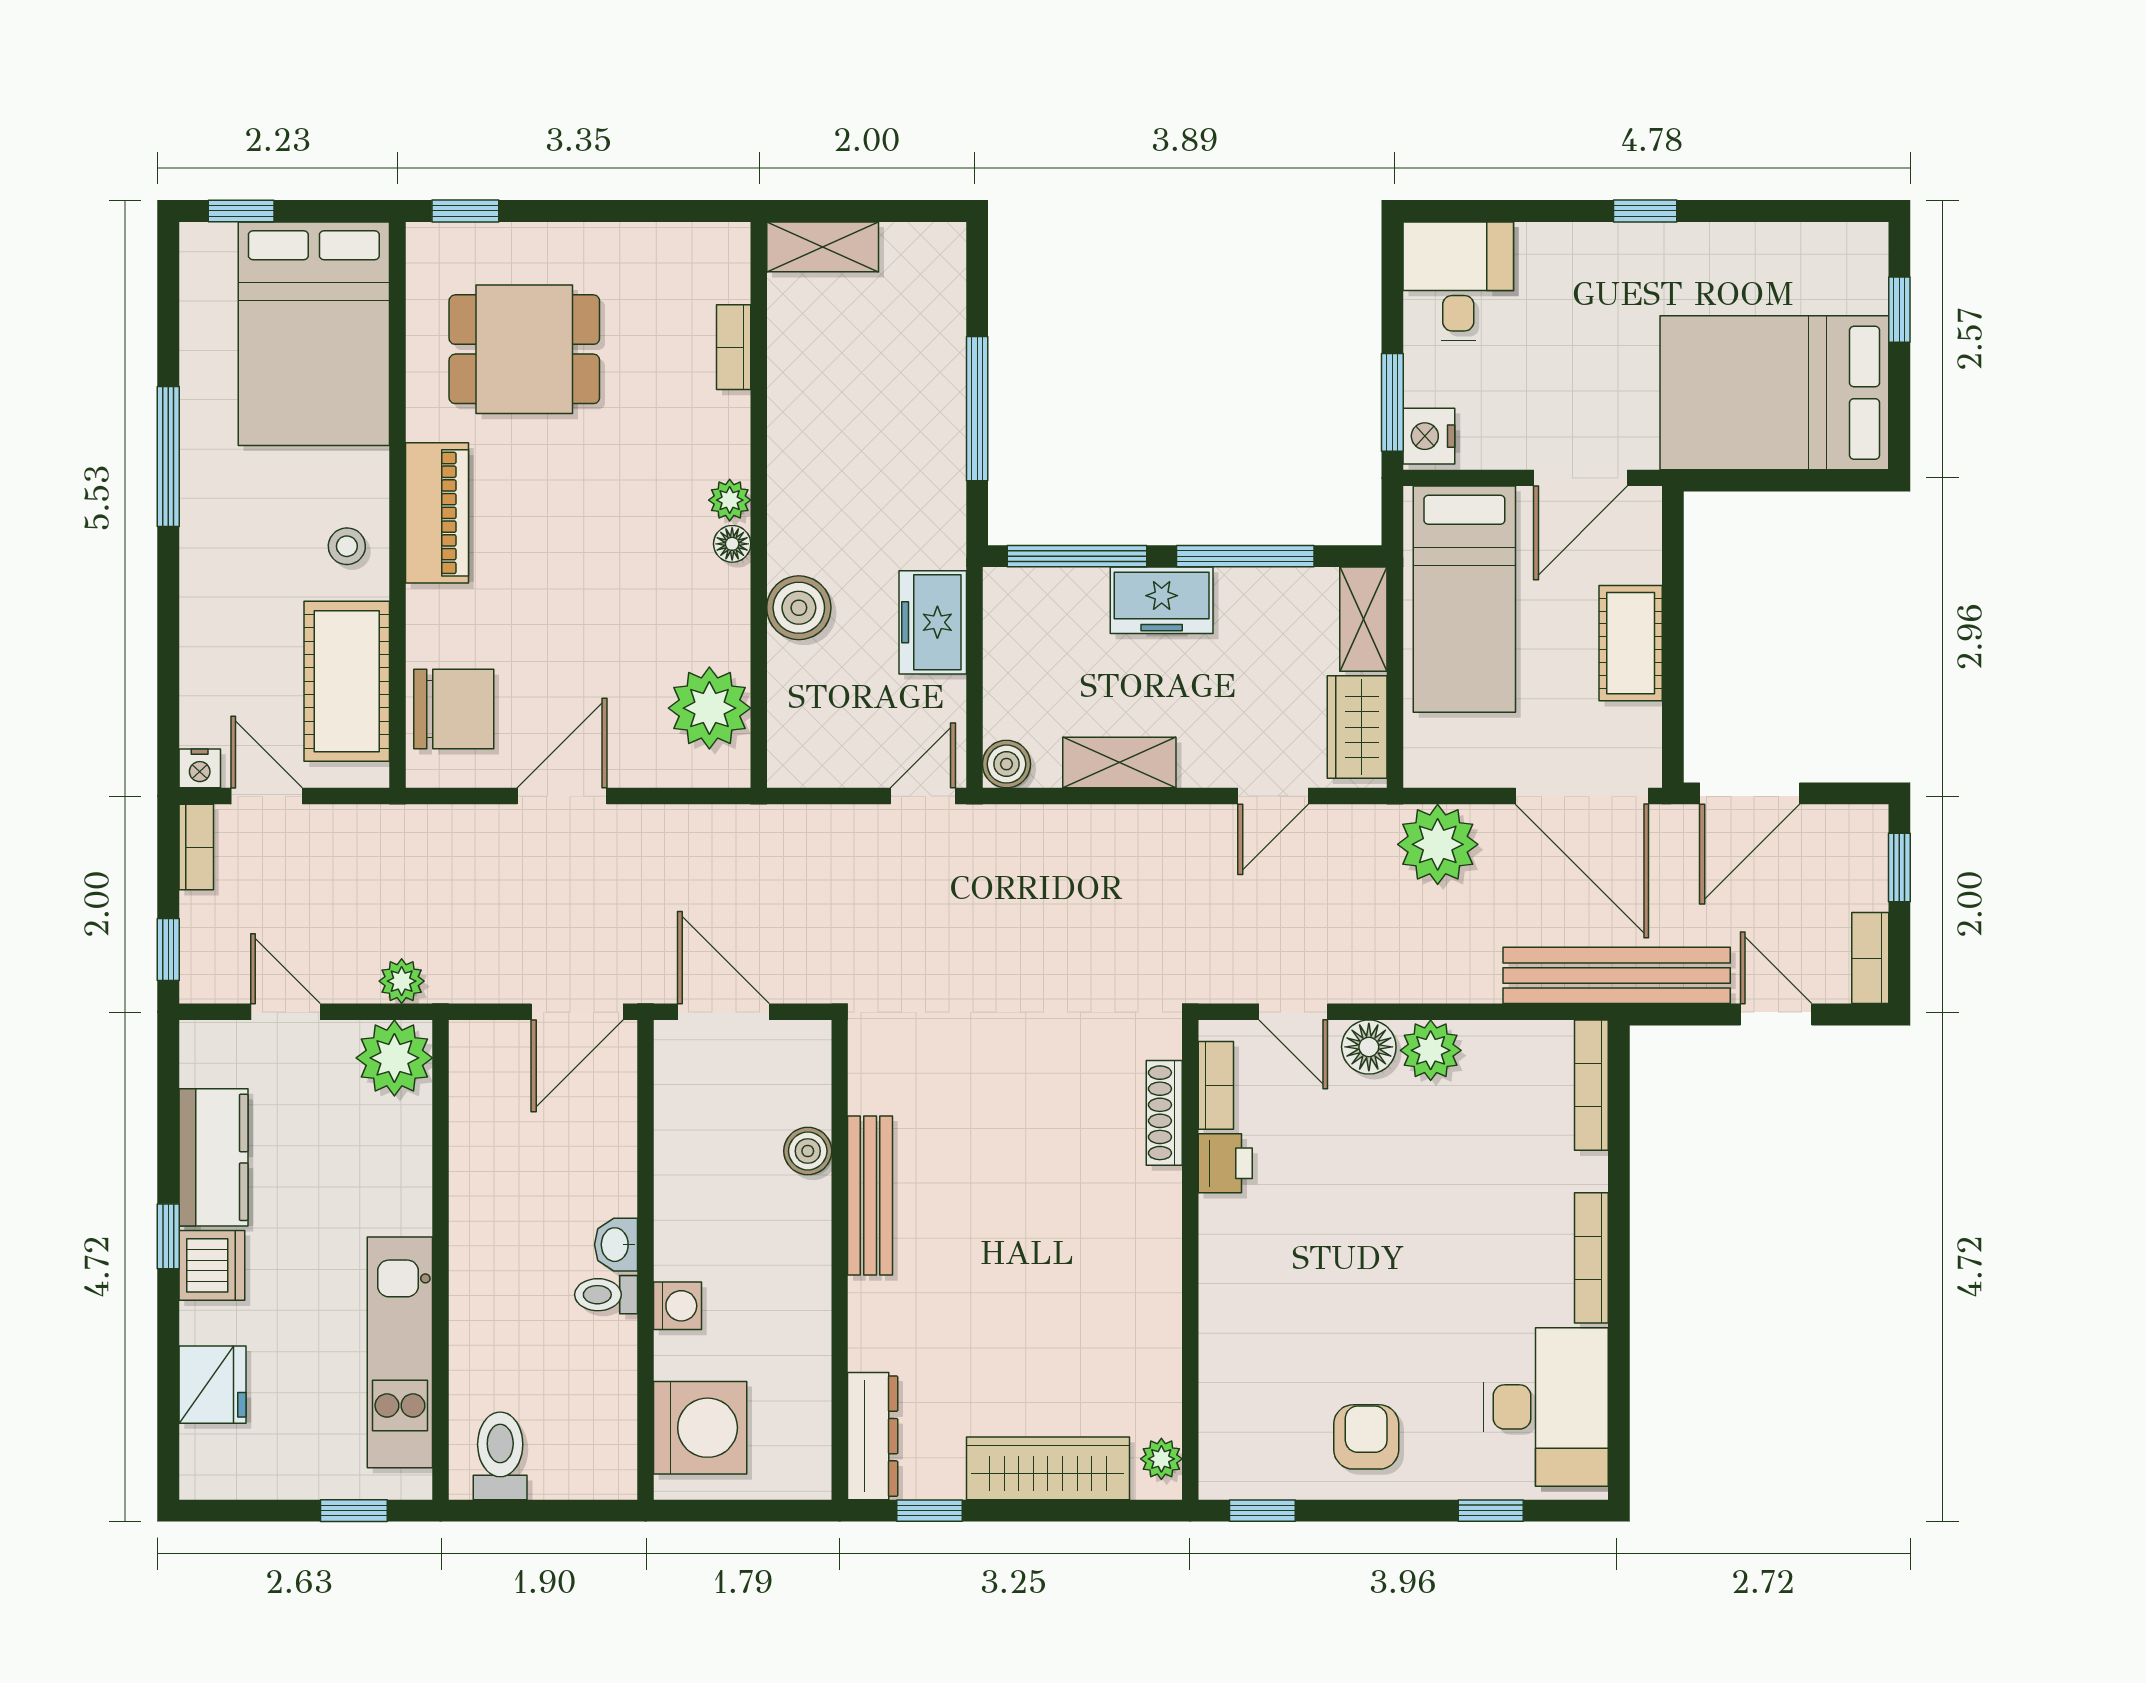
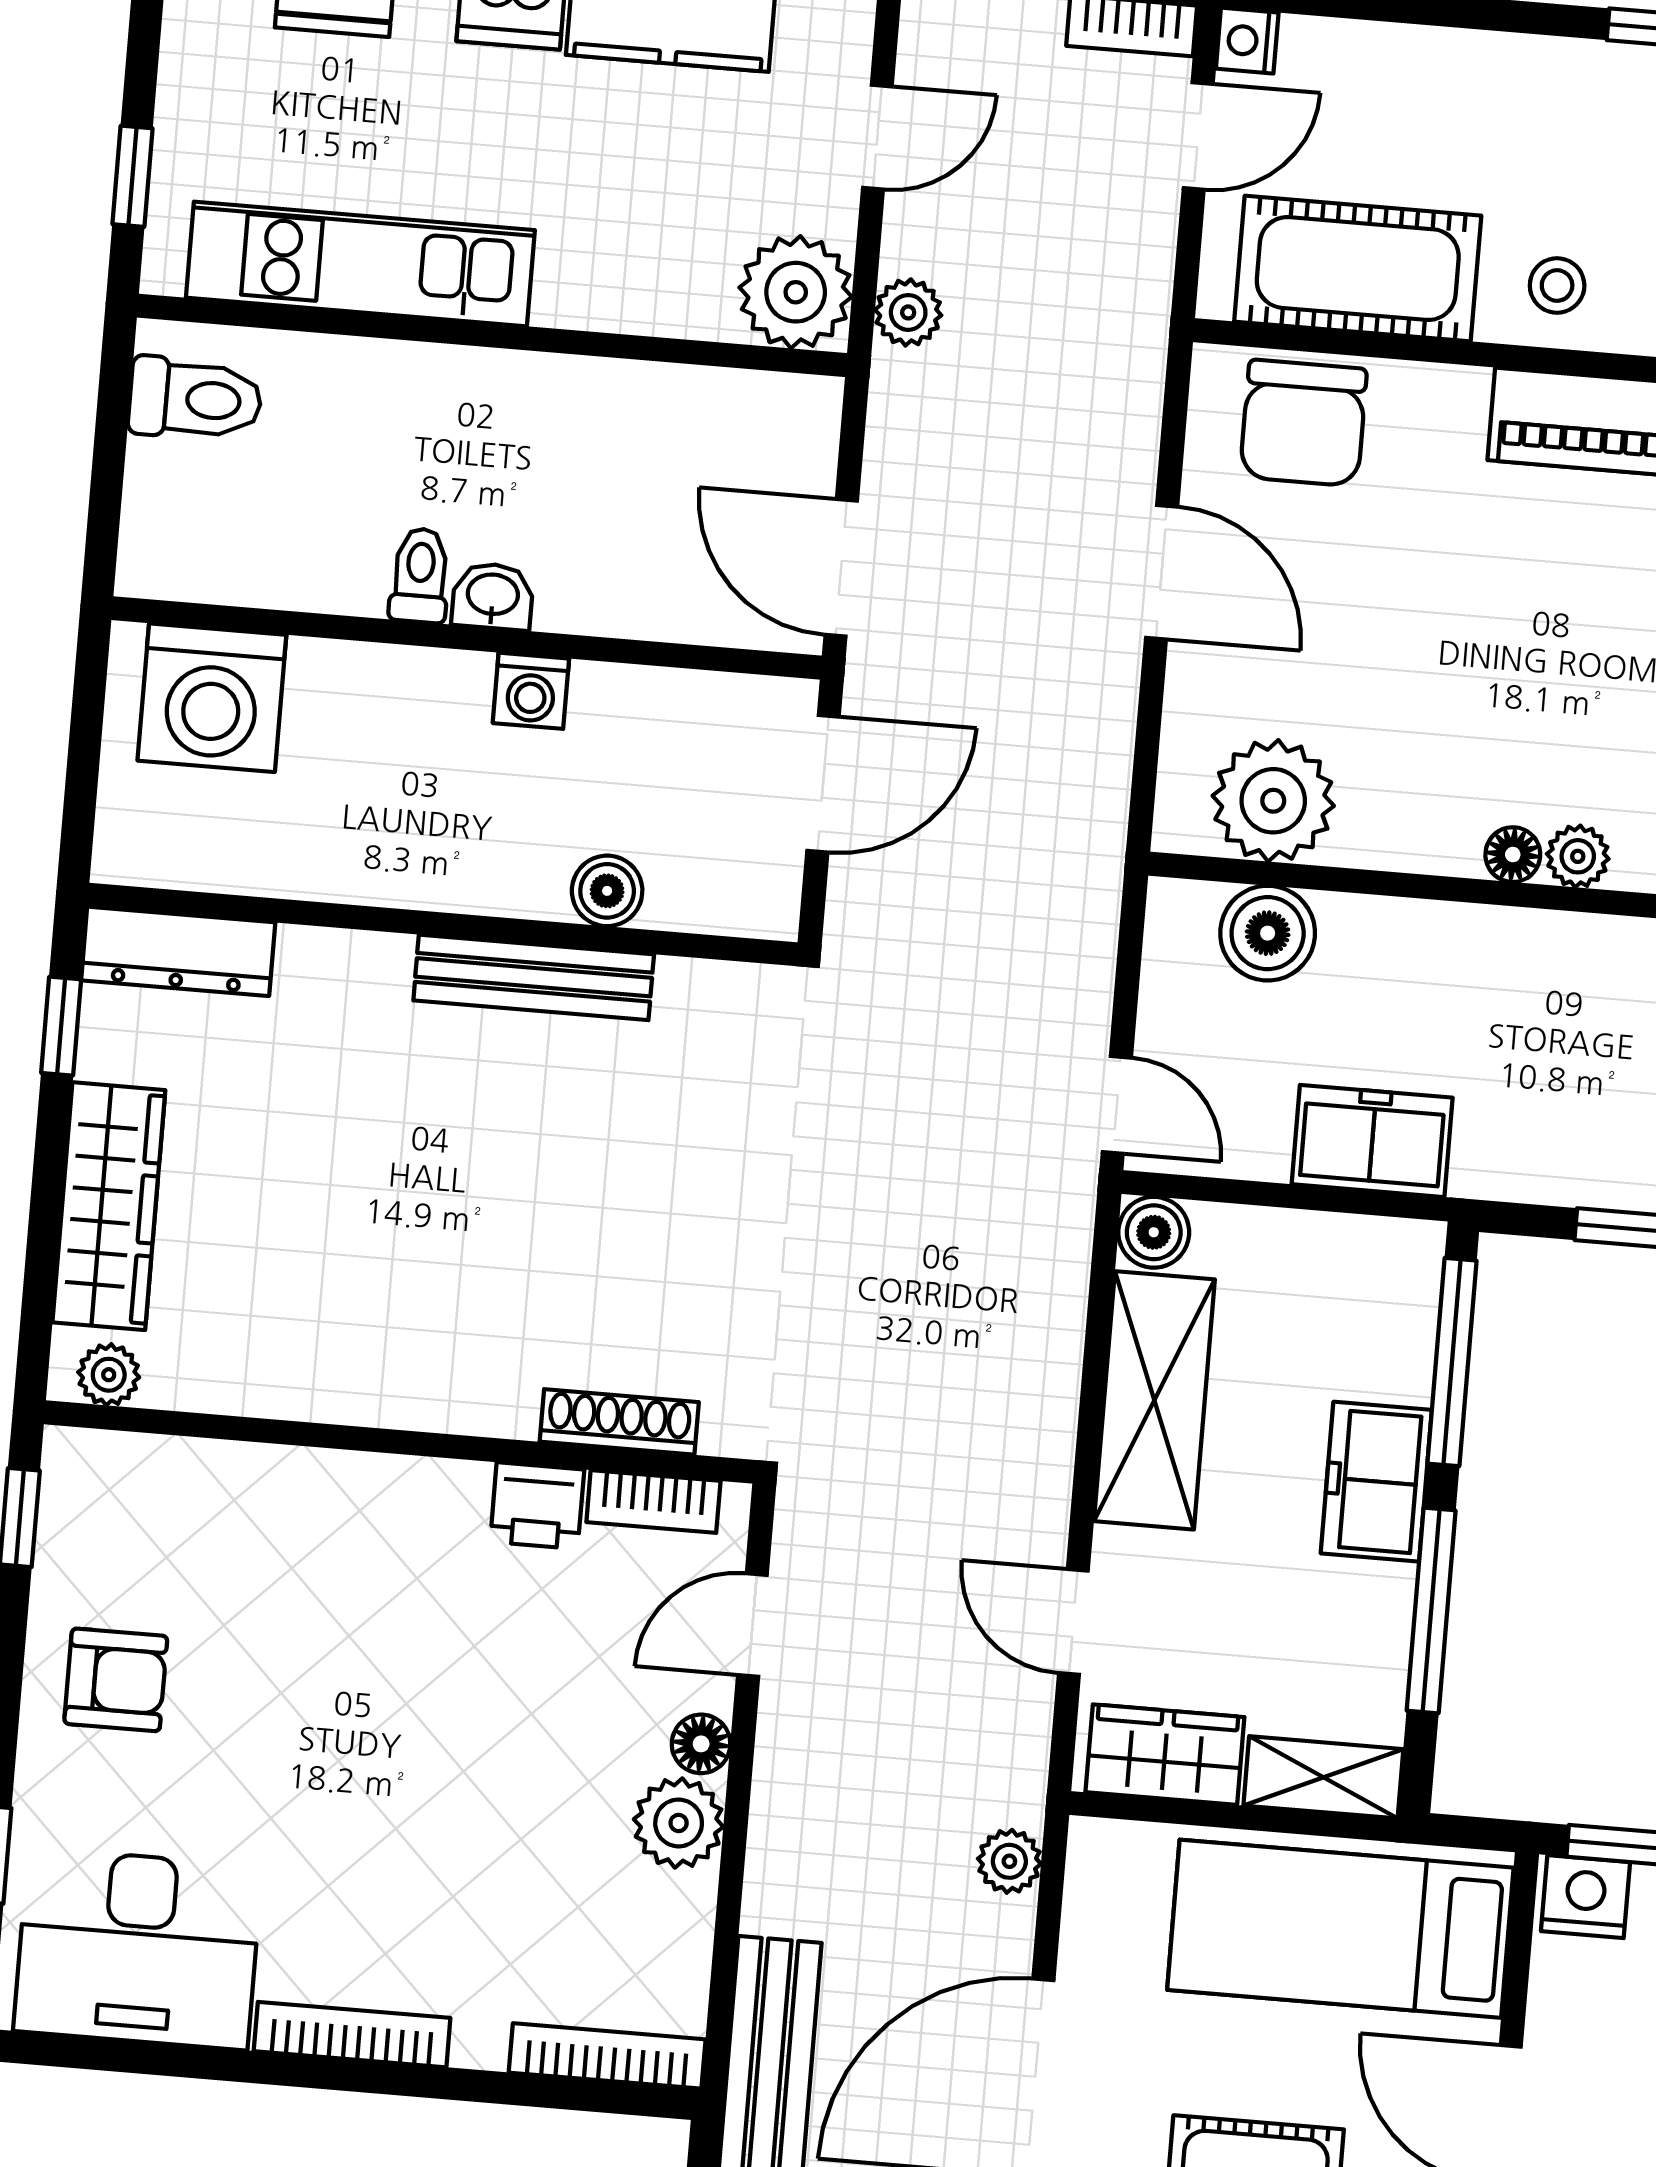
boiler: (799, 608) -> (1268, 933), moved
shelving: (1119, 763) -> (1154, 1400), width x1.50, depth x1.33
plant: (1438, 844) -> (1009, 1861), width x0.53, depth x0.53
floor lamp: (1369, 1047) -> (701, 1744), width x0.73, depth x0.73
washing machine: (677, 1306) -> (531, 691), moved

